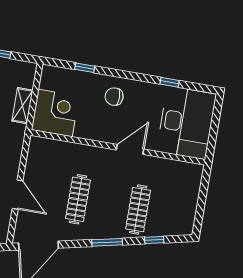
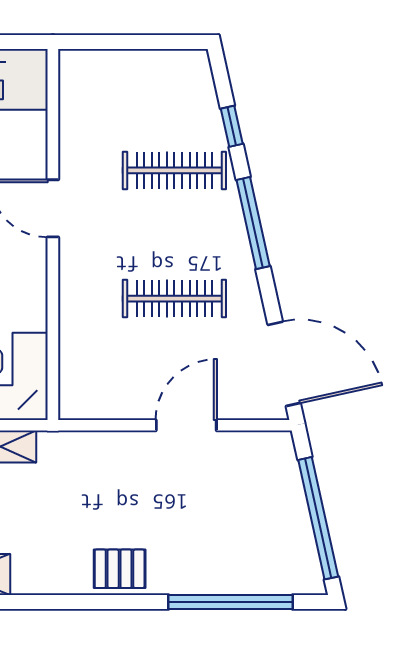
window: (107, 242) -> (253, 223), width x1.44

